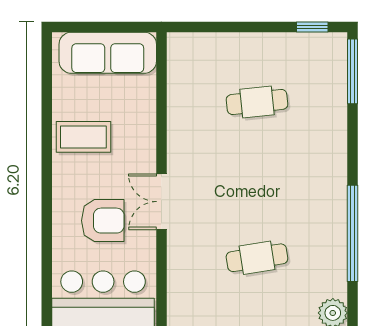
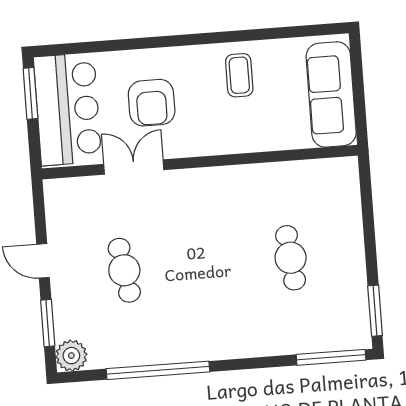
window: (312, 27) -> (375, 311), width x1.50
coffee table: (83, 137) -> (239, 75), width x0.73, depth x0.77
double door: (161, 202) -> (134, 167), moved

